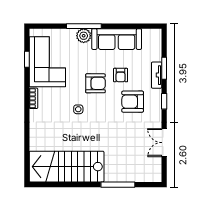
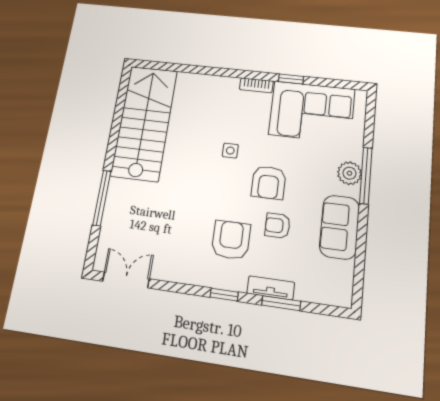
sofa: (117, 39) -> (339, 227), width x0.73
window: (27, 59) -> (291, 79), moved
double door: (164, 143) -> (126, 280), moved

